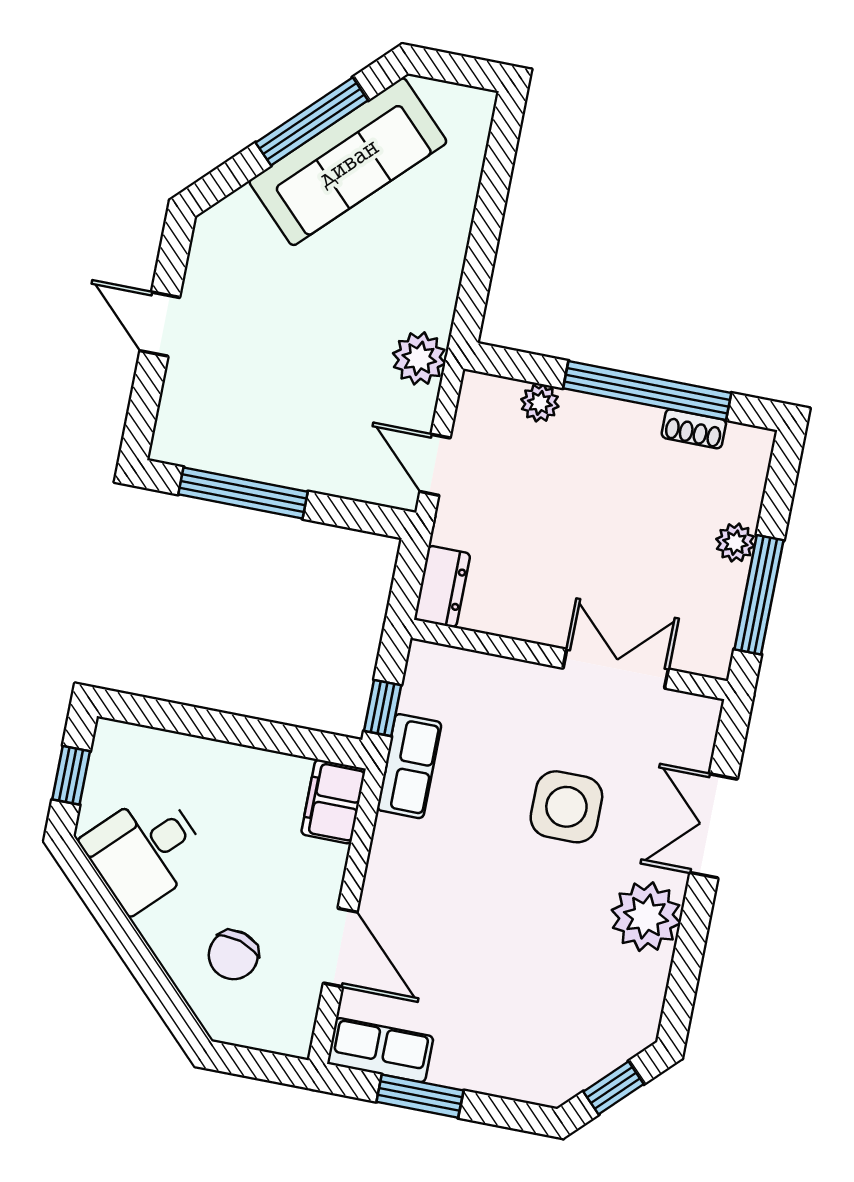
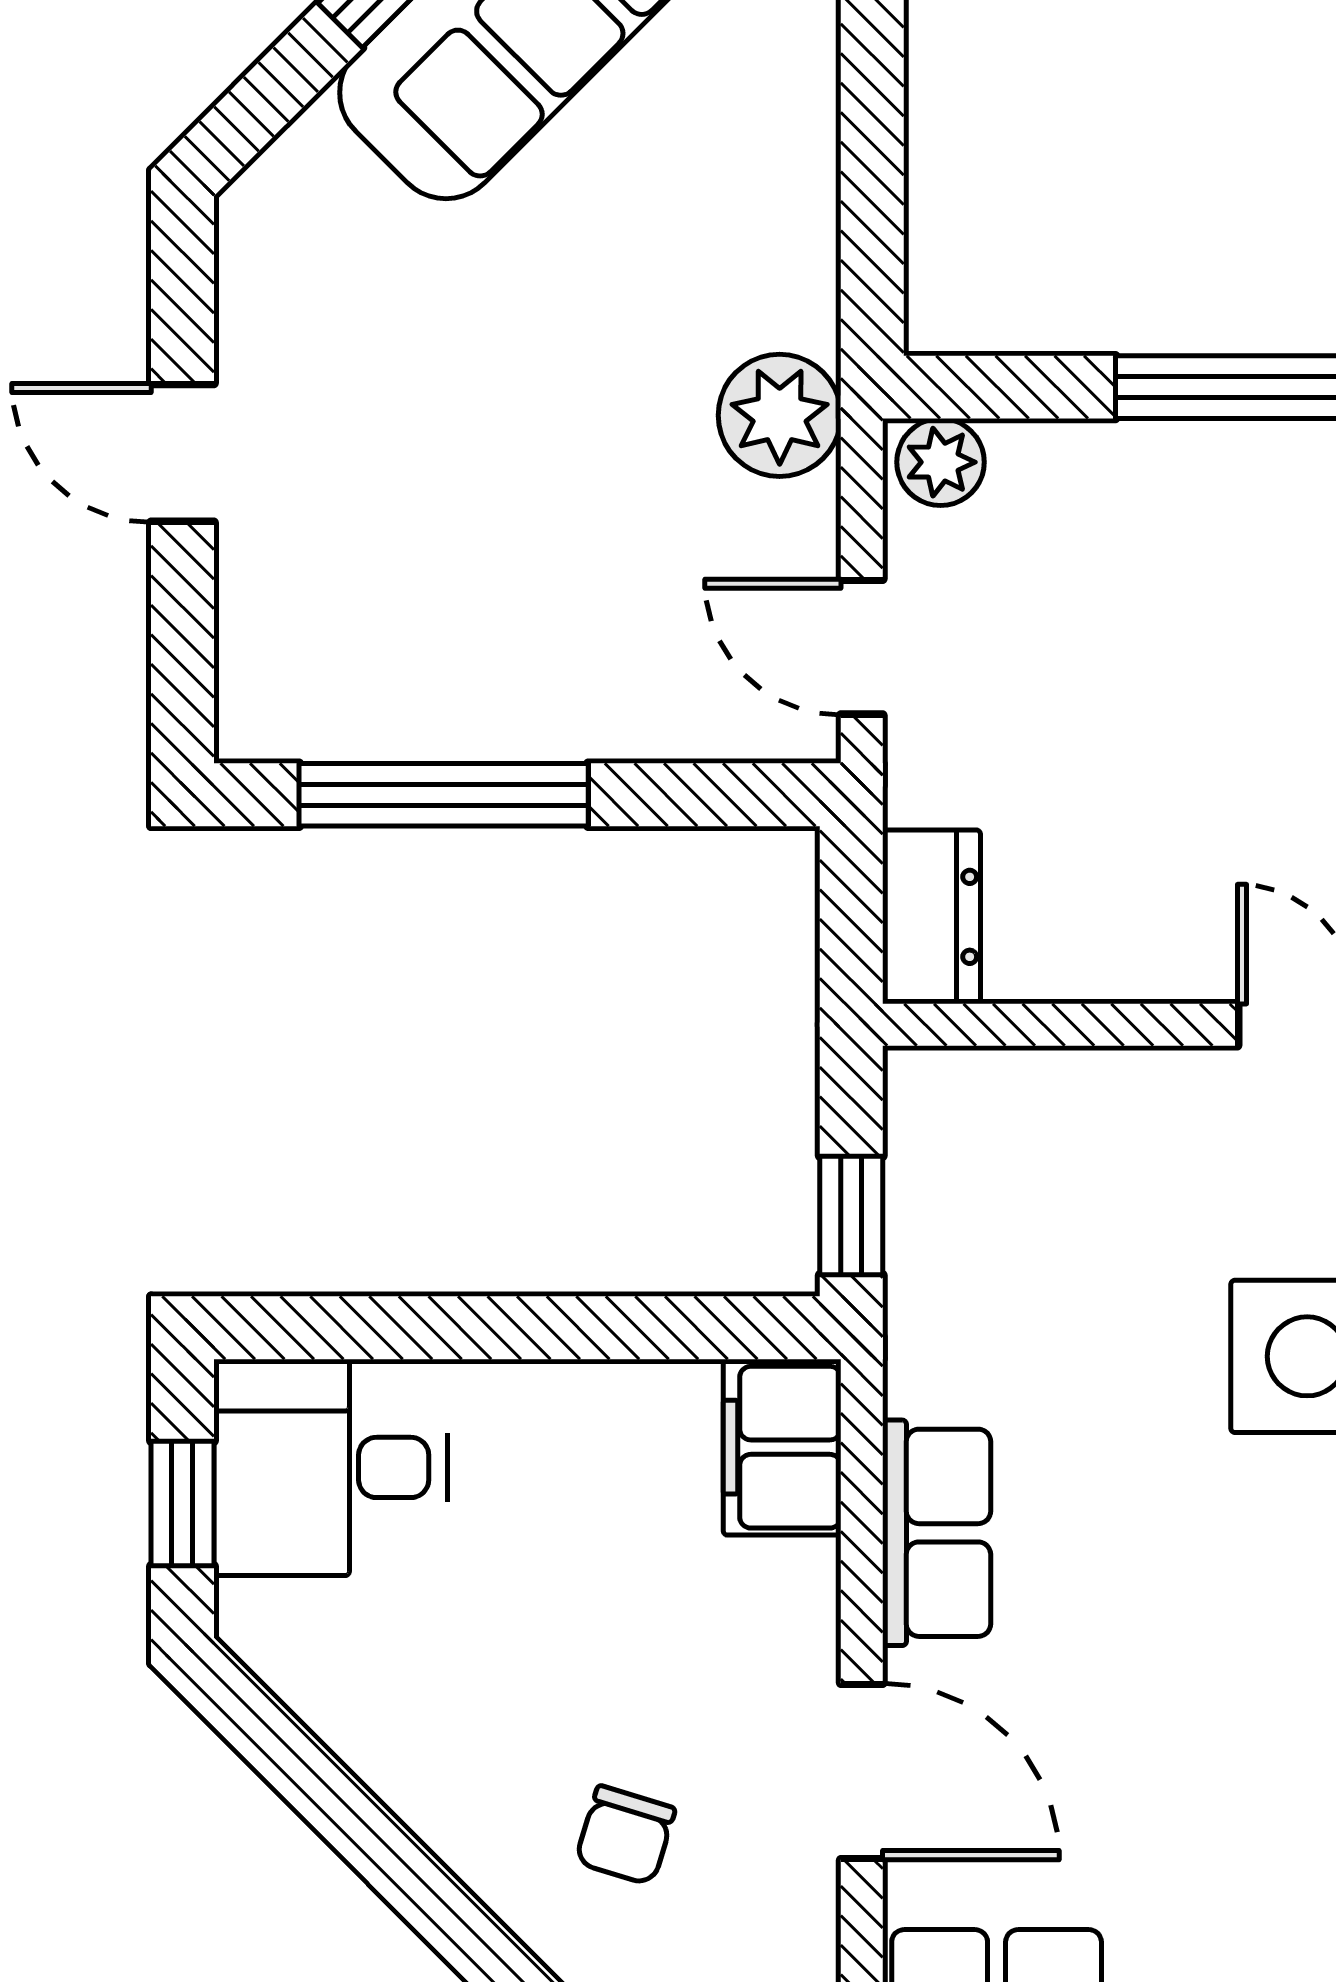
plant: (540, 403) -> (941, 462), moved
row of seats: (409, 766) -> (937, 1533), moved
desk: (145, 851) -> (331, 1467), moved, turned 45
chair: (233, 955) -> (625, 1835), width x0.73, depth x0.73

